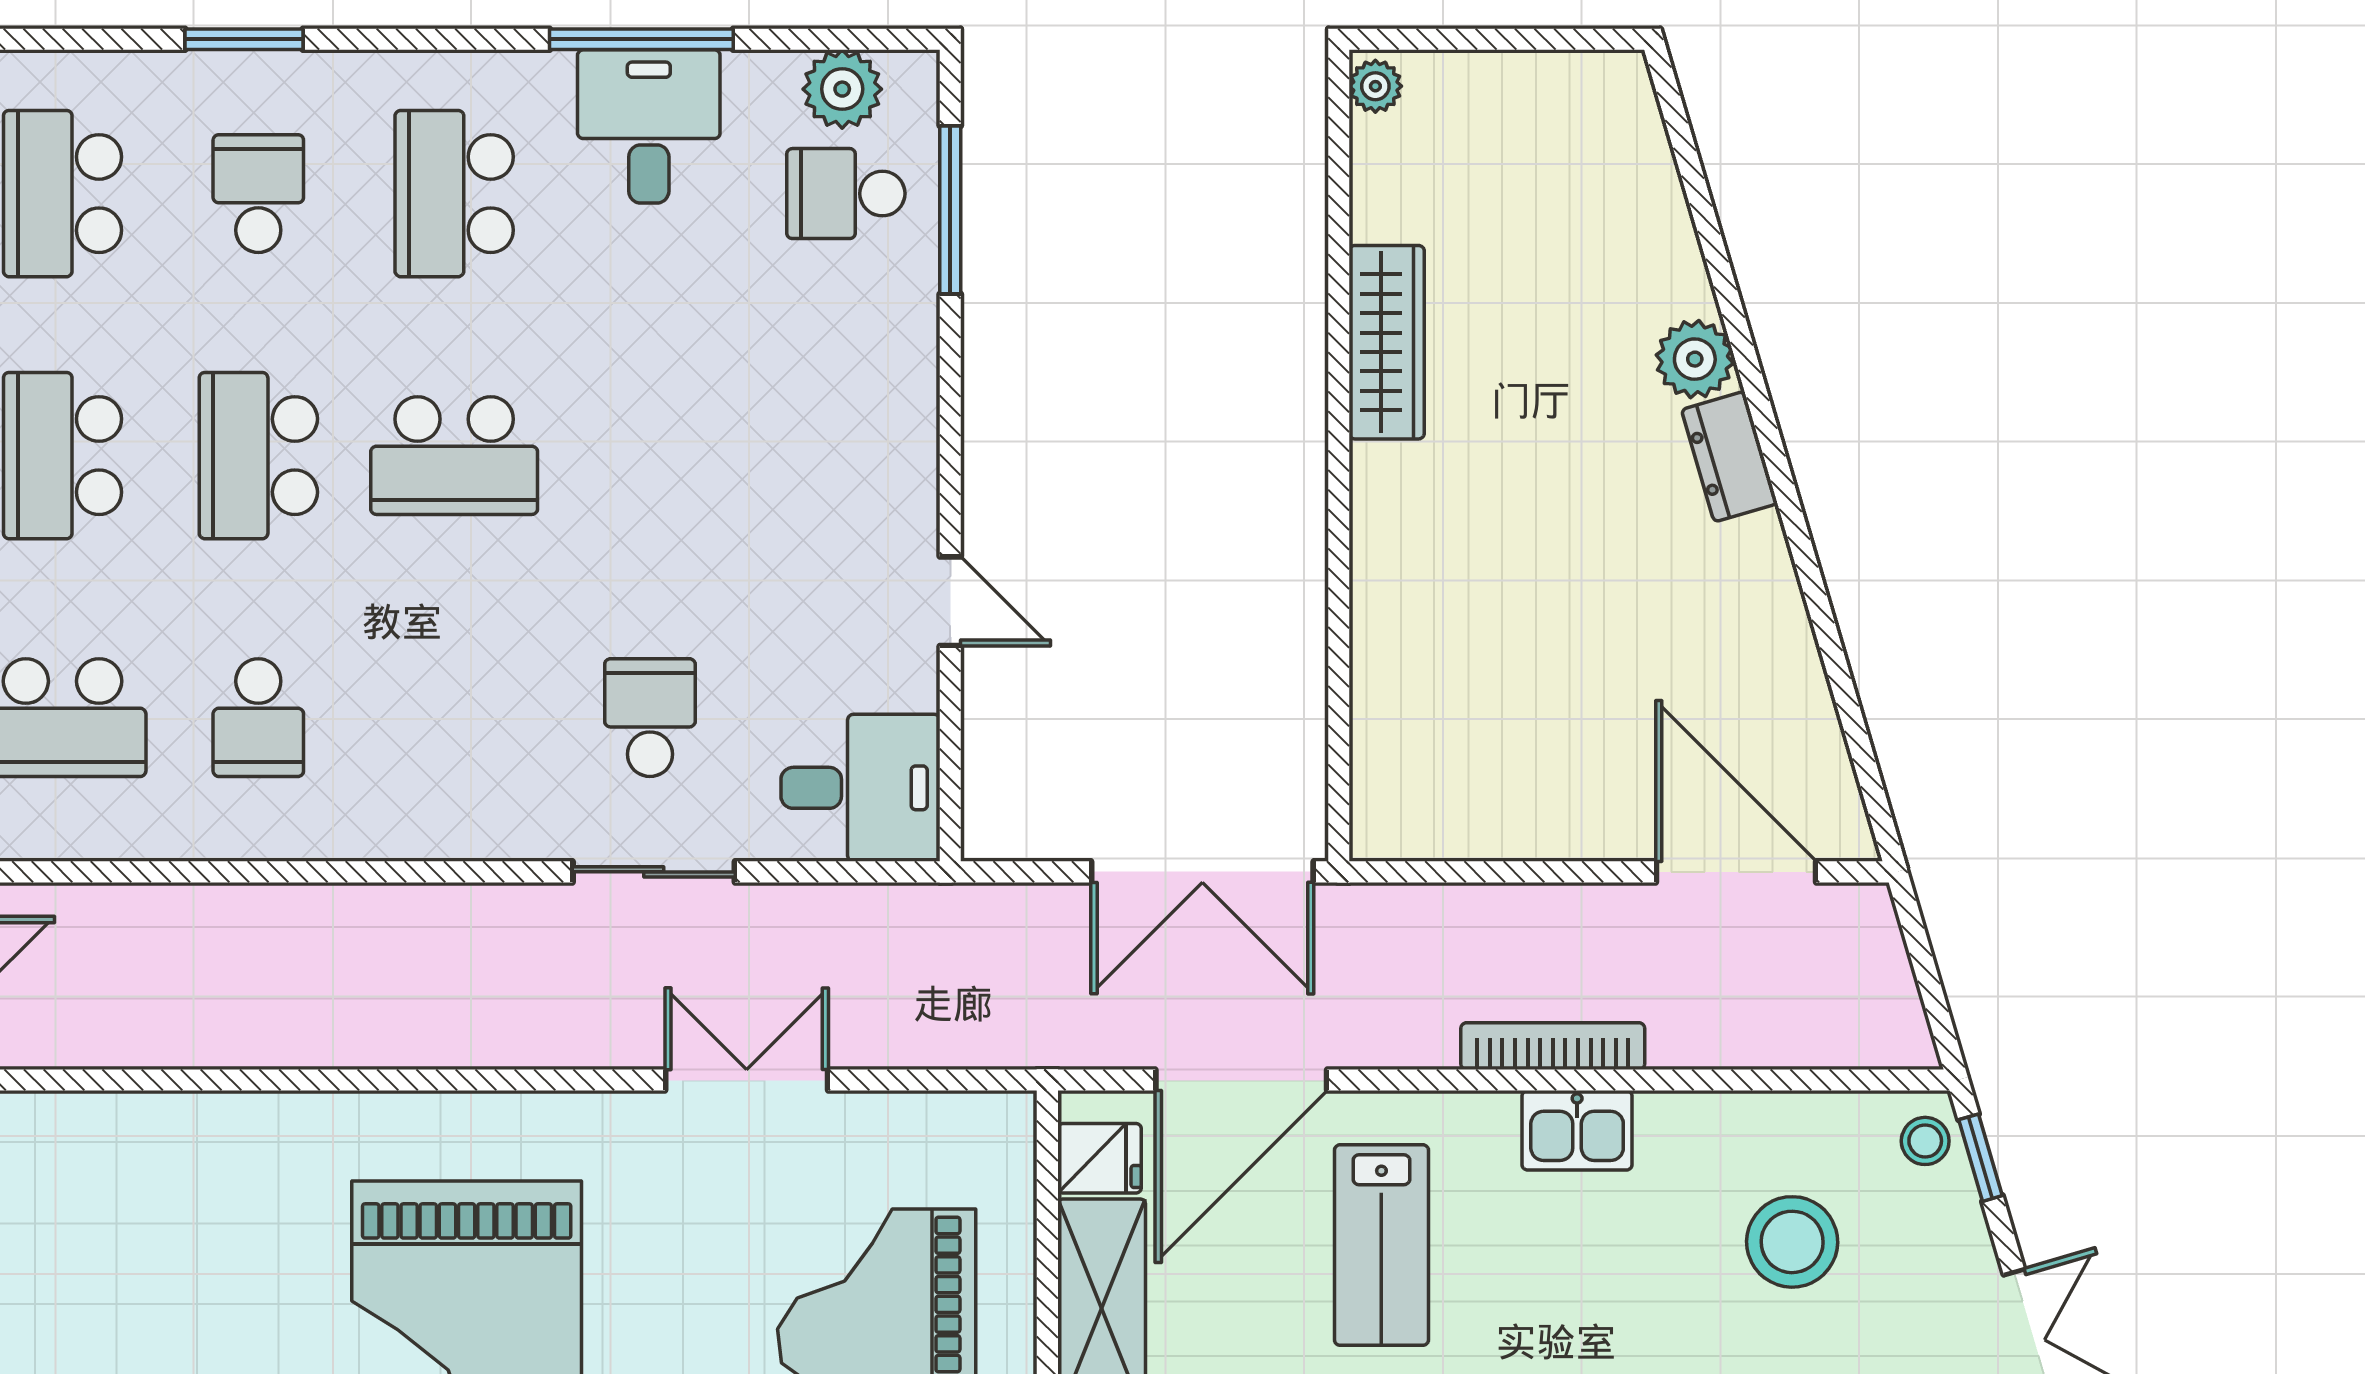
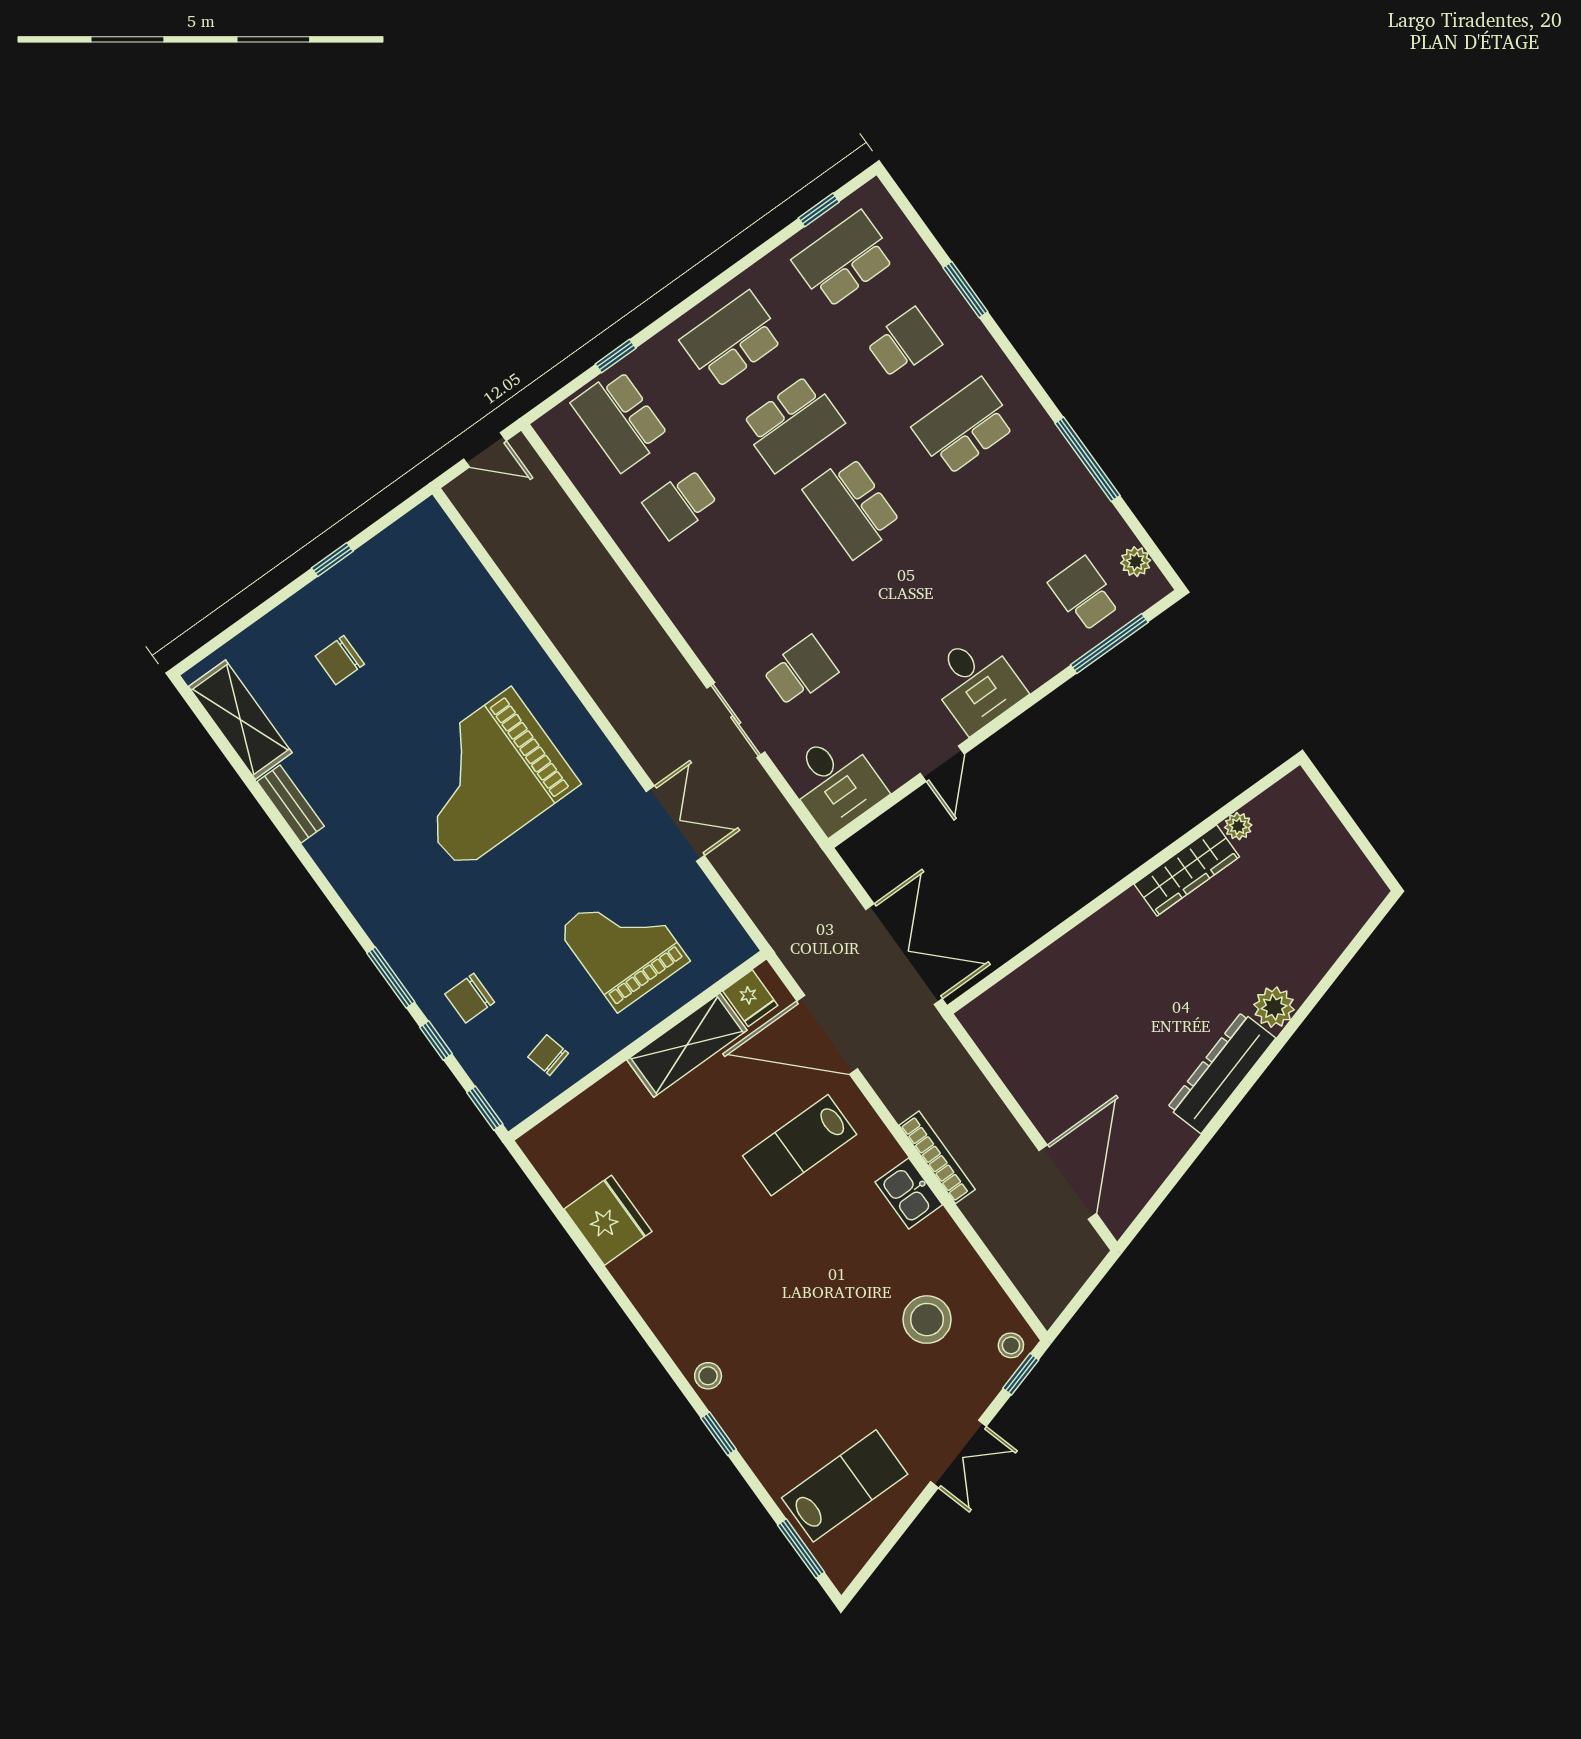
plant: (1375, 86) -> (1238, 826), moved
plant: (842, 89) -> (1136, 562), width x0.73, depth x0.73
desk: (649, 126) -> (976, 683), moved, turned 90
school desk: (258, 456) -> (792, 423), turned 180
dresser: (1730, 457) -> (1221, 1073), width x1.96, depth x1.24
double door: (1202, 872) -> (904, 954), swing flipped

